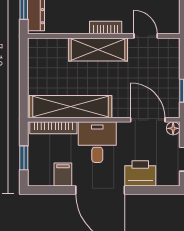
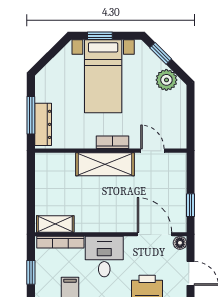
shelving: (71, 107) -> (55, 224), width x0.45, depth x0.75

